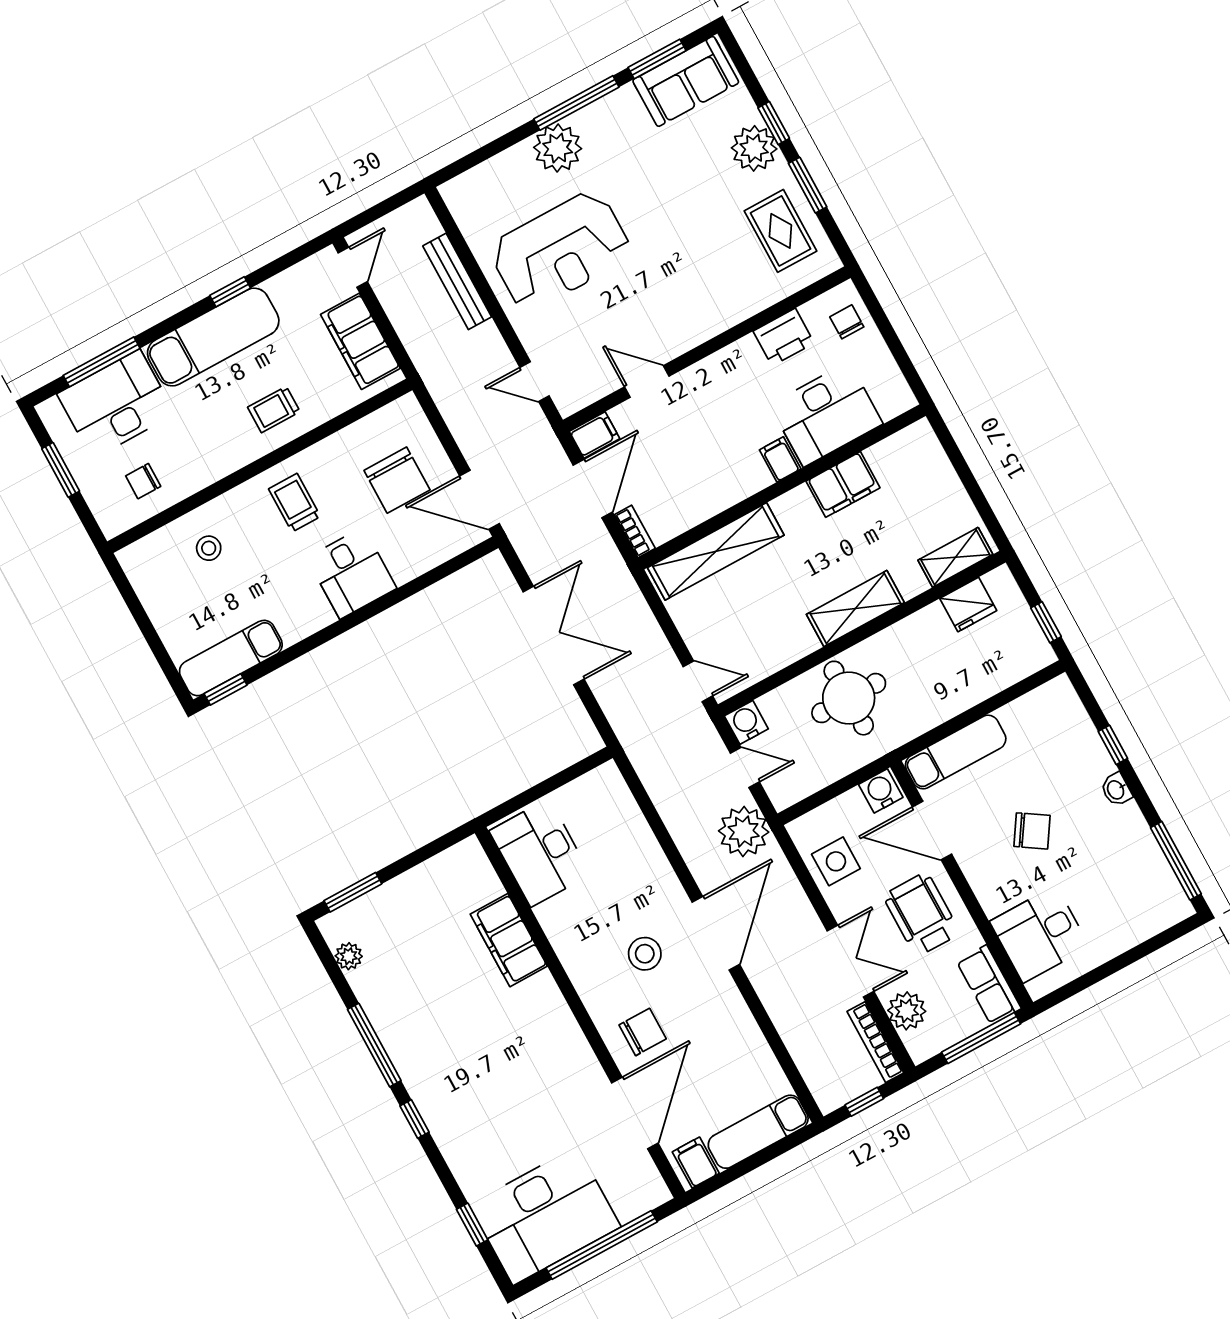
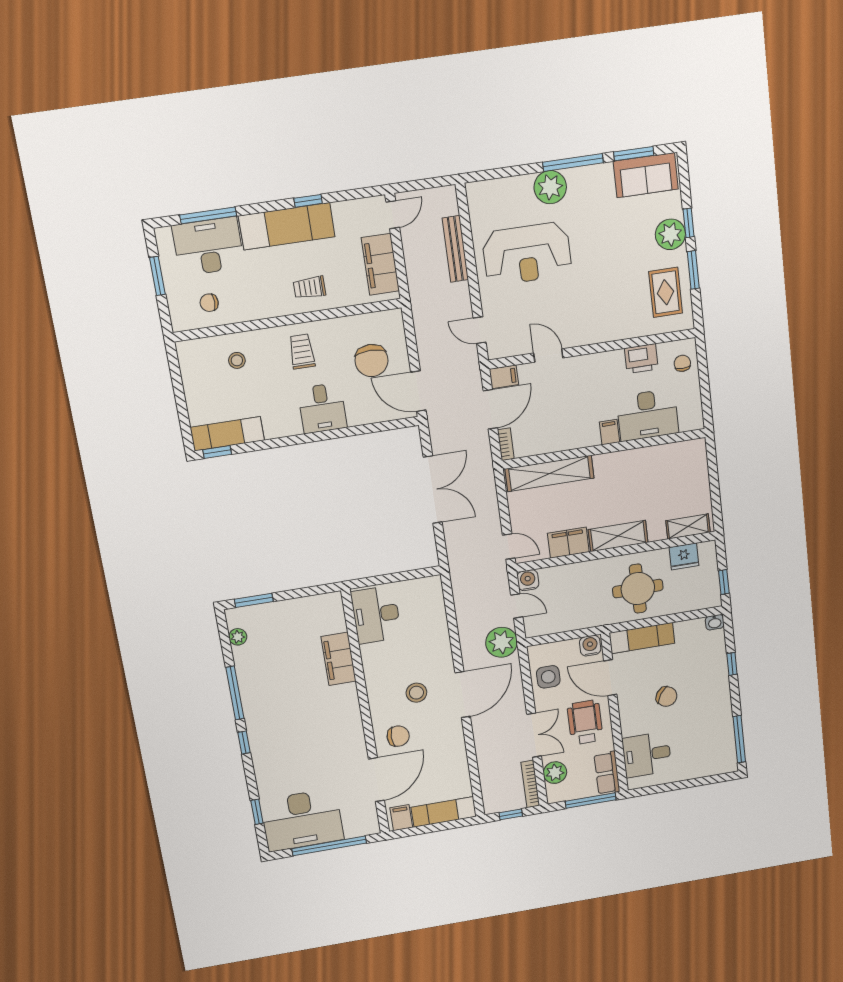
filing cabinet: (843, 484) -> (568, 543), moved, turned 180
round table: (849, 698) -> (638, 589), moved
washbasin: (1116, 790) -> (715, 622), moved, turned -90

